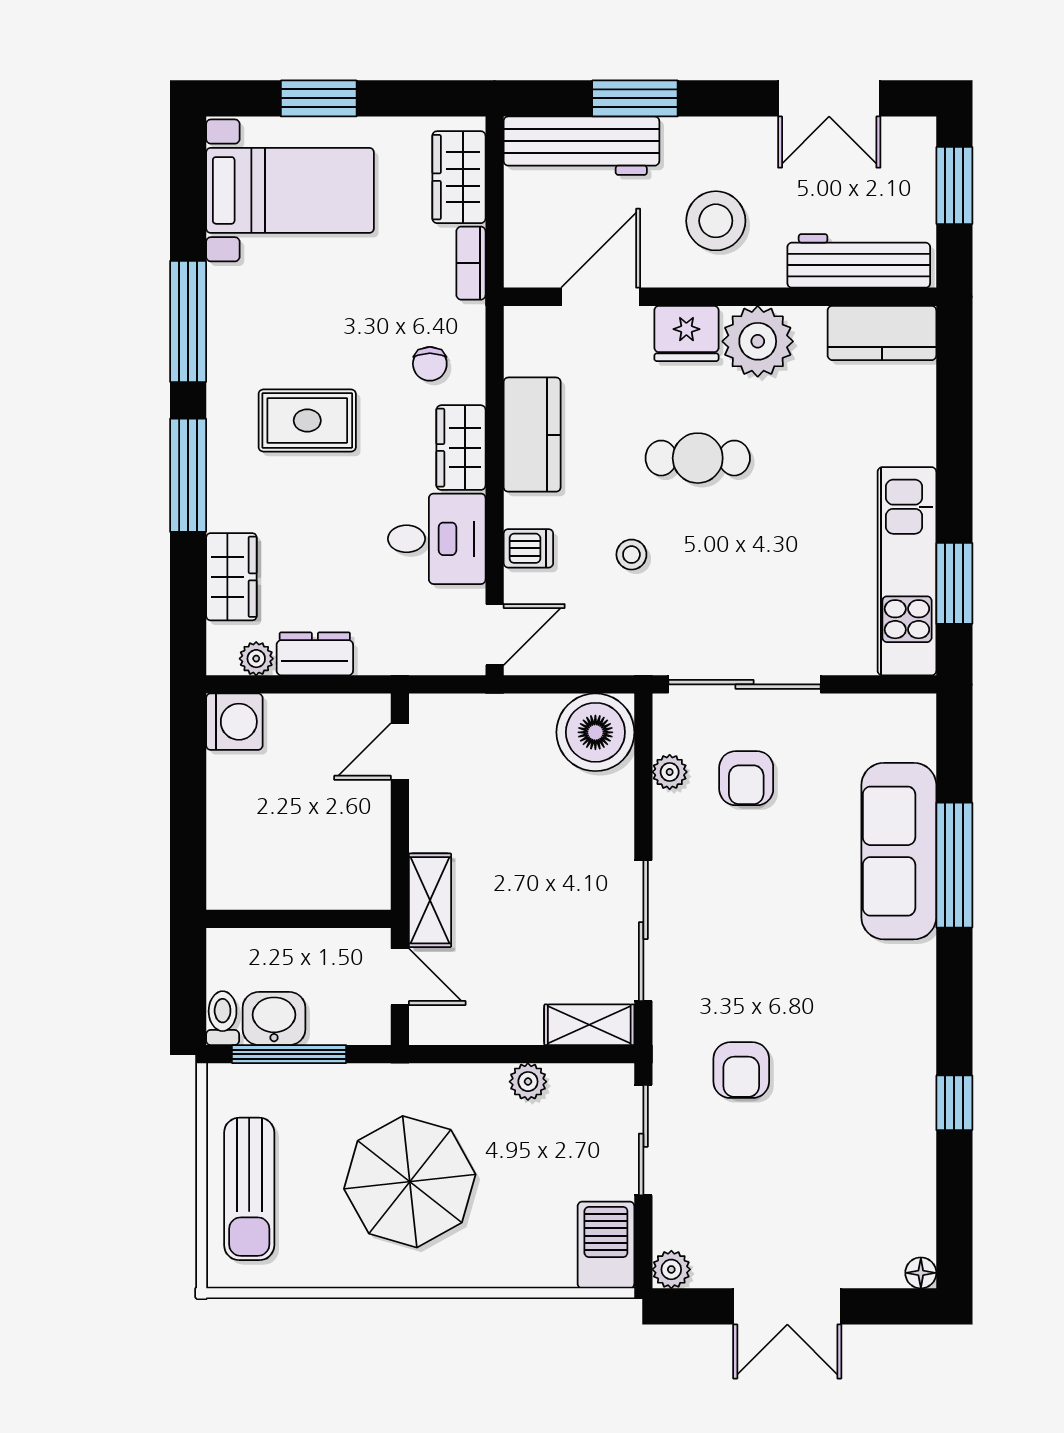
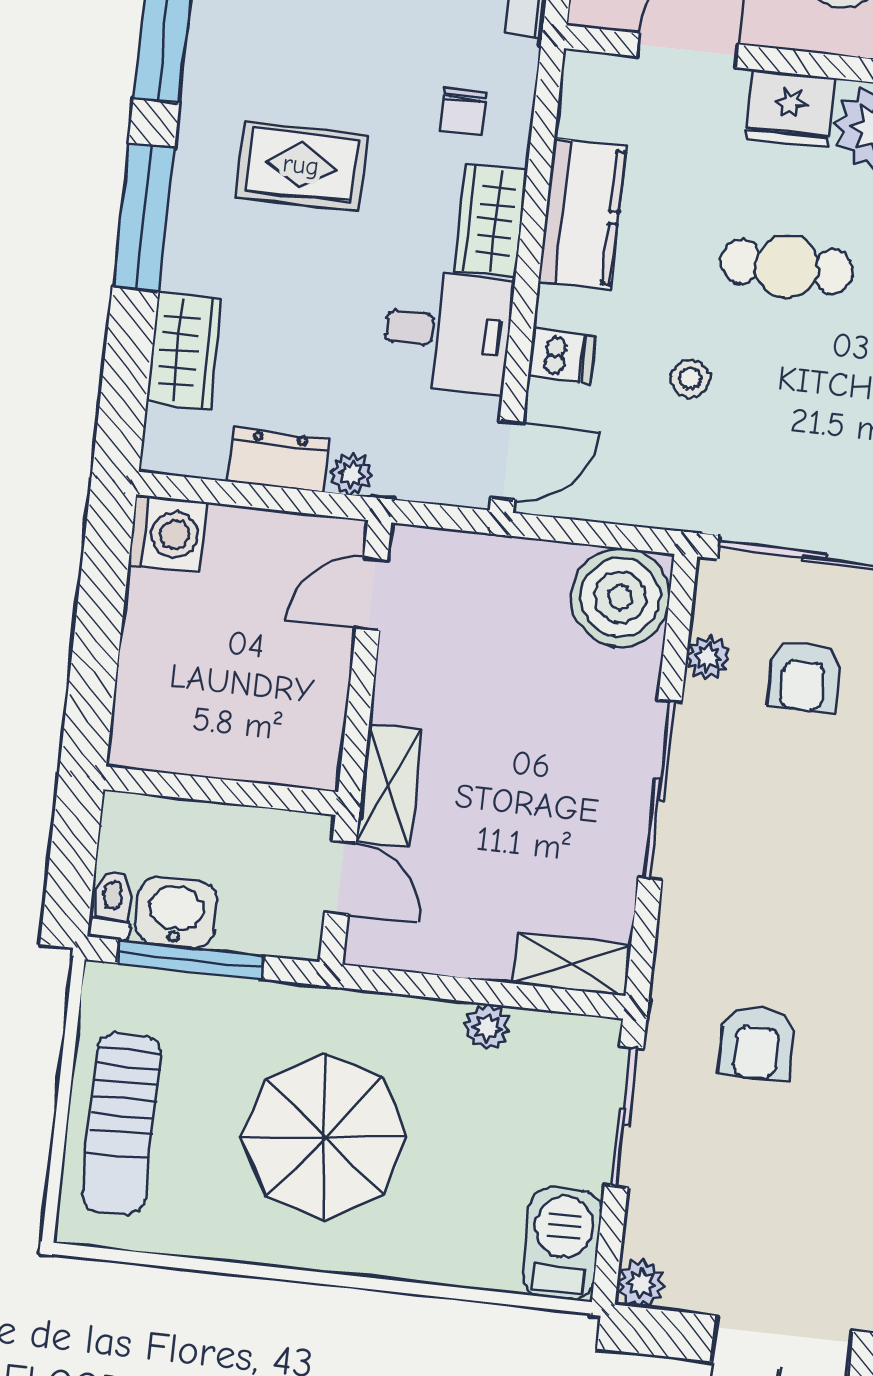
plant: (256, 659) -> (351, 474), moved
sliding door: (643, 931) -> (660, 790), moved

